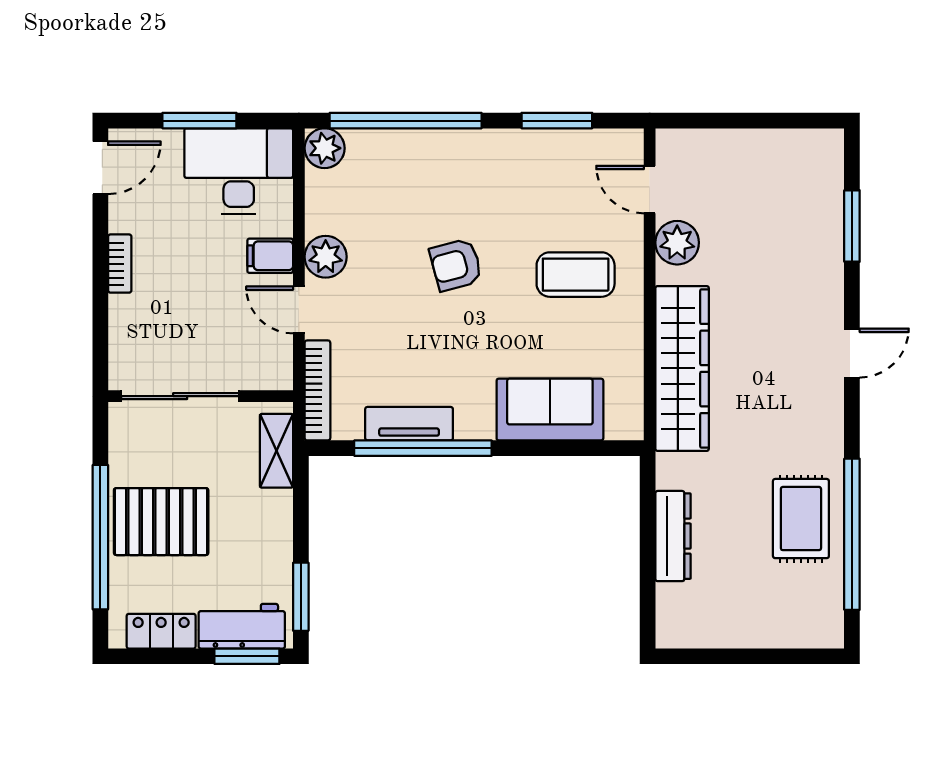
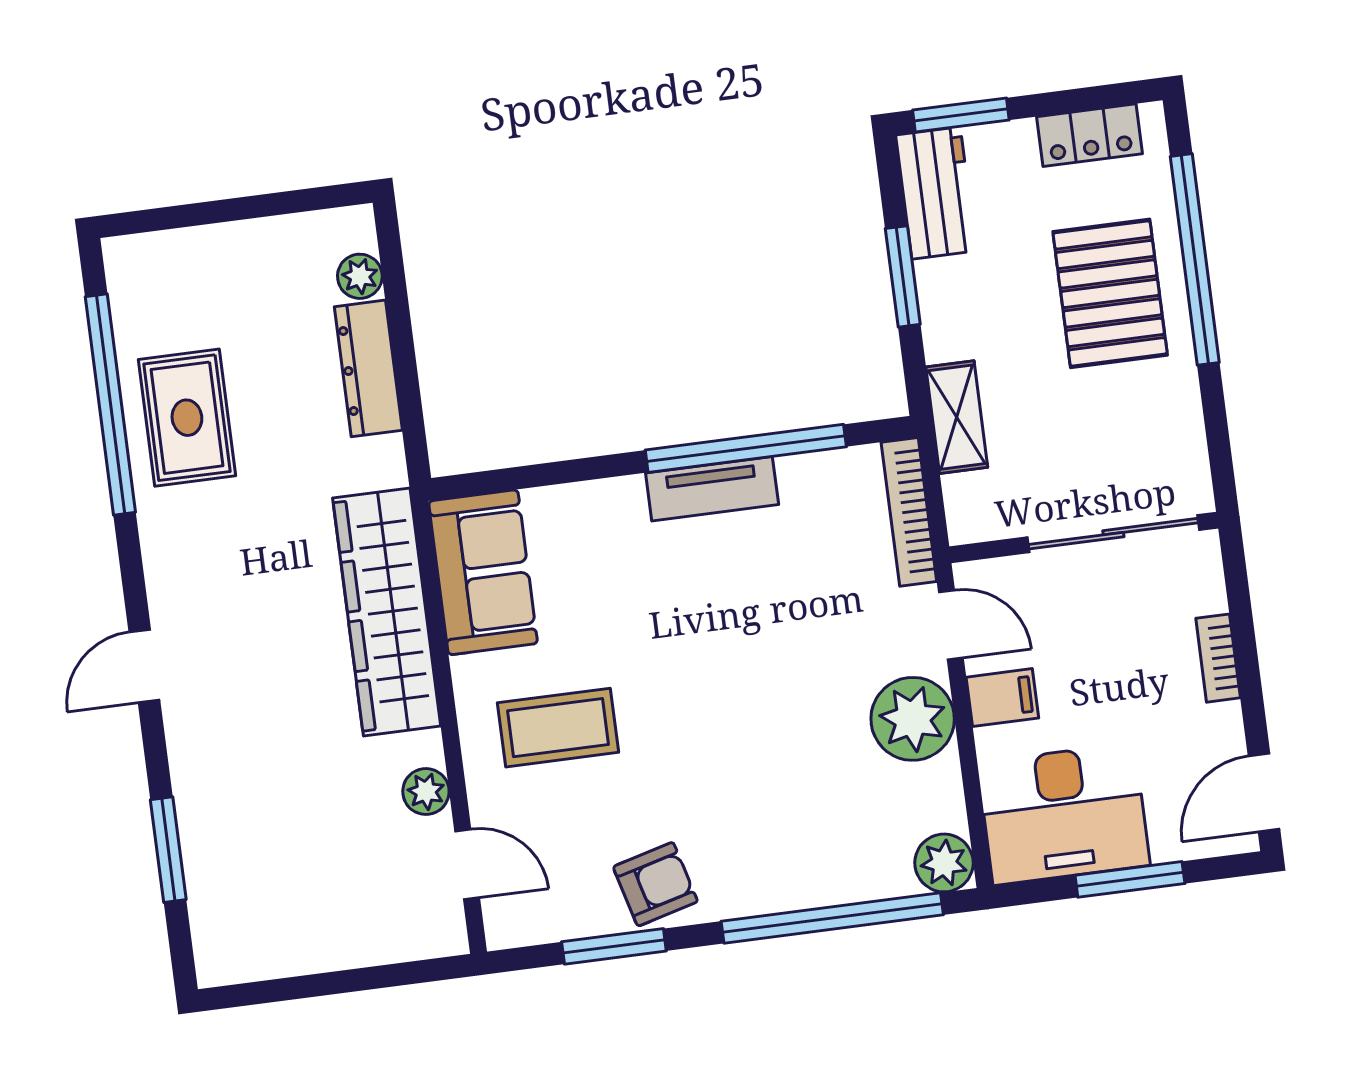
plant: (677, 243) -> (426, 792), width x0.73, depth x0.73
plant: (326, 257) -> (913, 719), width x1.36, depth x1.36
armchair: (456, 265) -> (655, 884), moved
sliding door: (180, 396) -> (1113, 534), moved
wall: (201, 396) -> (1084, 537), moved
sofa: (550, 410) -> (483, 572), moved, turned -90
tv unit: (409, 424) -> (712, 489), moved
pallet: (161, 522) -> (1110, 293), turned 90
window: (301, 597) -> (903, 276), moved
plant: (671, 600) -> (360, 276), added
workbench: (242, 626) -> (936, 193), moved, turned -90

